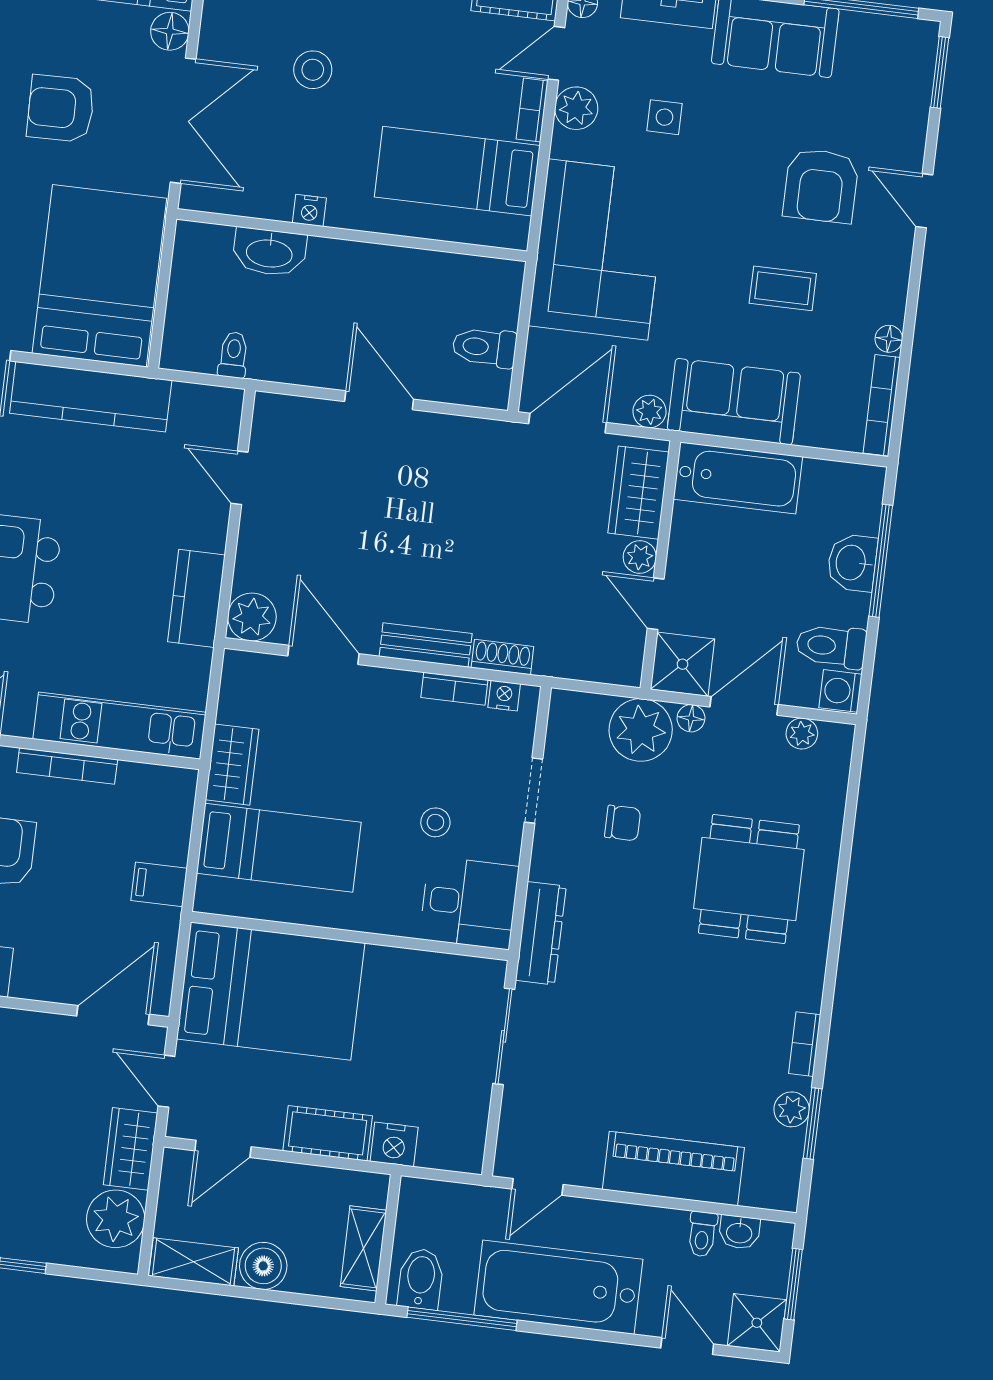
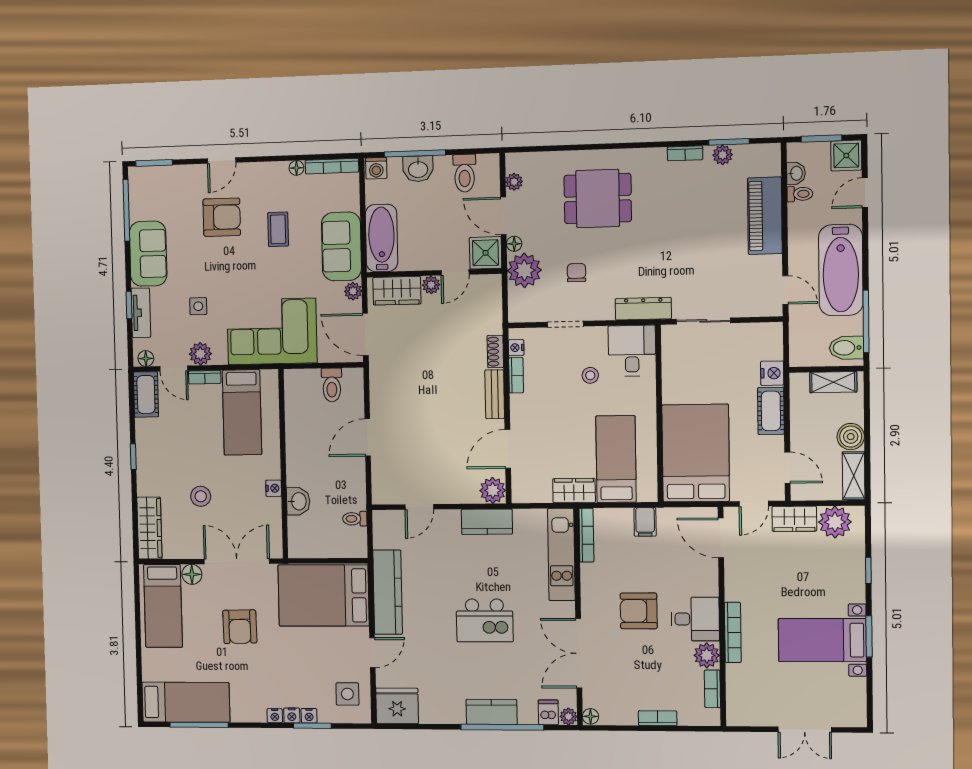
washbasin: (269, 252) -> (298, 501), width x0.72
washing machine: (840, 691) -> (376, 168), moved
bookcase: (67, 766) -> (586, 535), moved

